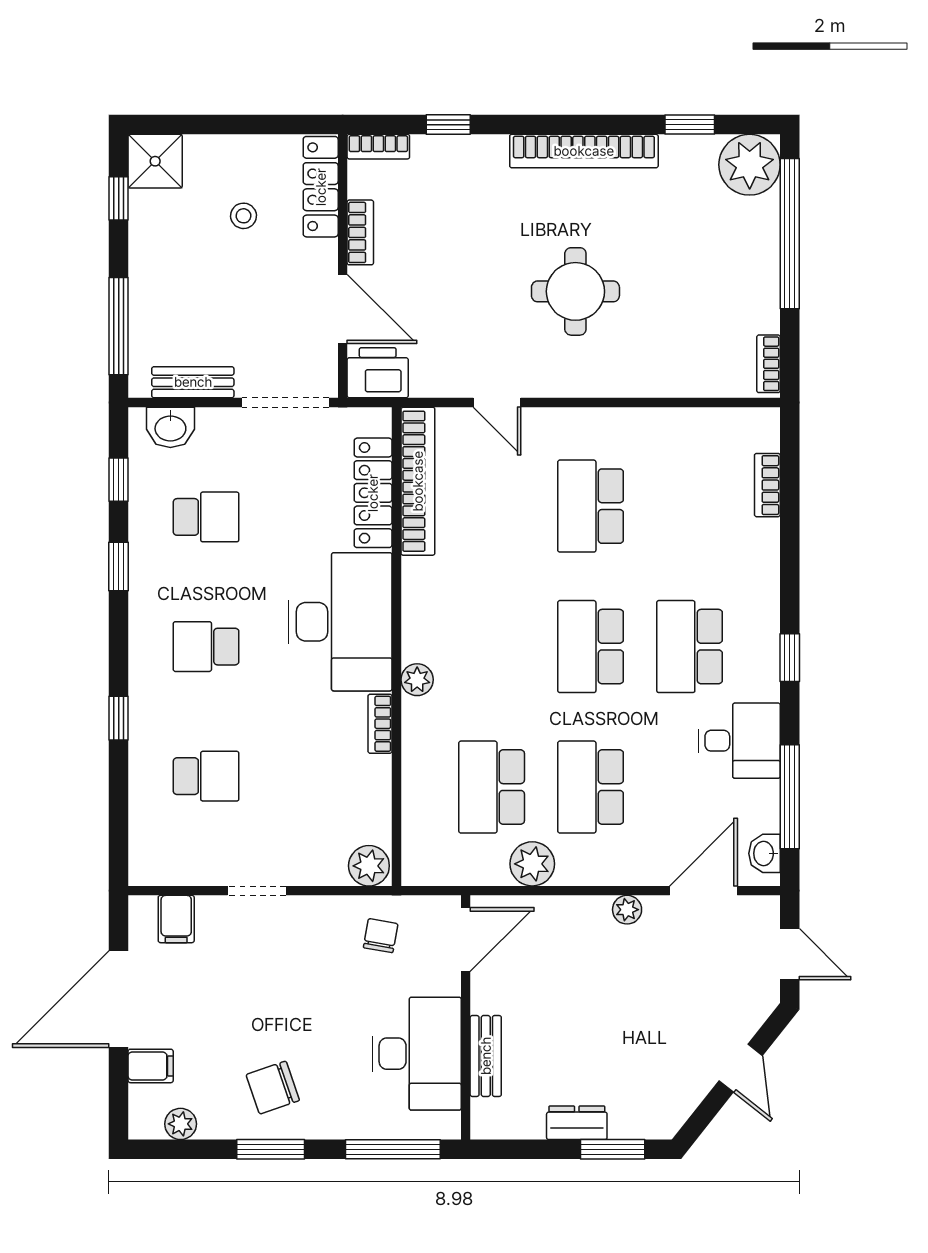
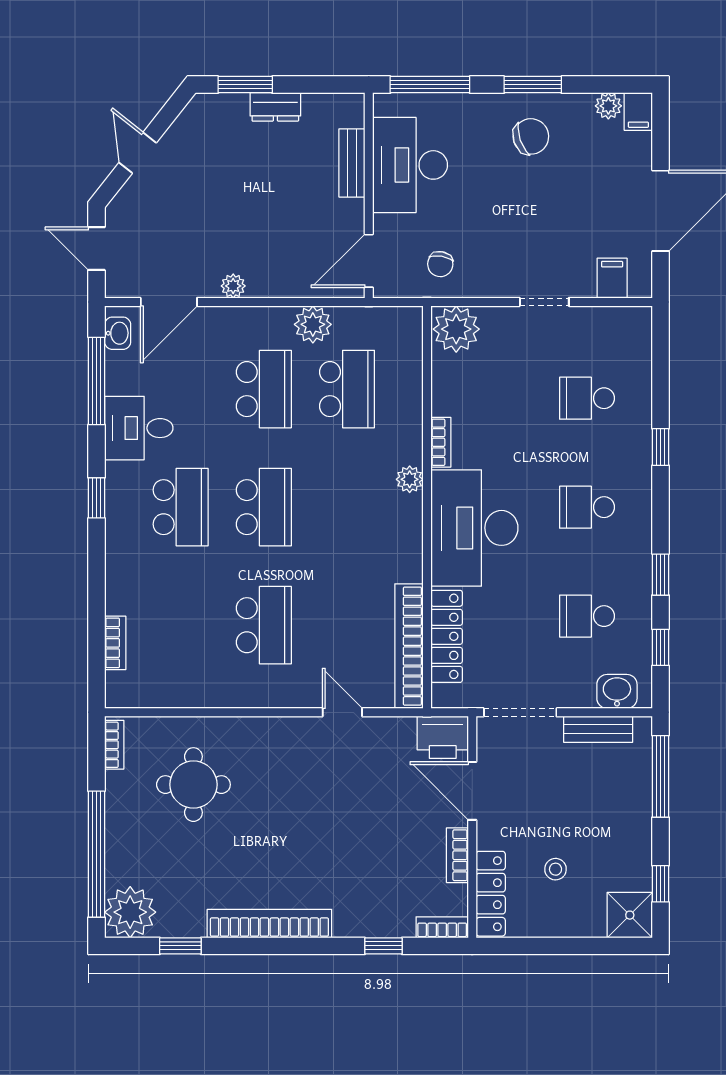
round table: (575, 291) -> (193, 785), moved
school desk: (206, 647) -> (587, 507), turned 180
plant: (369, 866) -> (456, 329), width x1.36, depth x1.36
filing cabinet: (151, 1066) -> (638, 111), moved, turned -90

